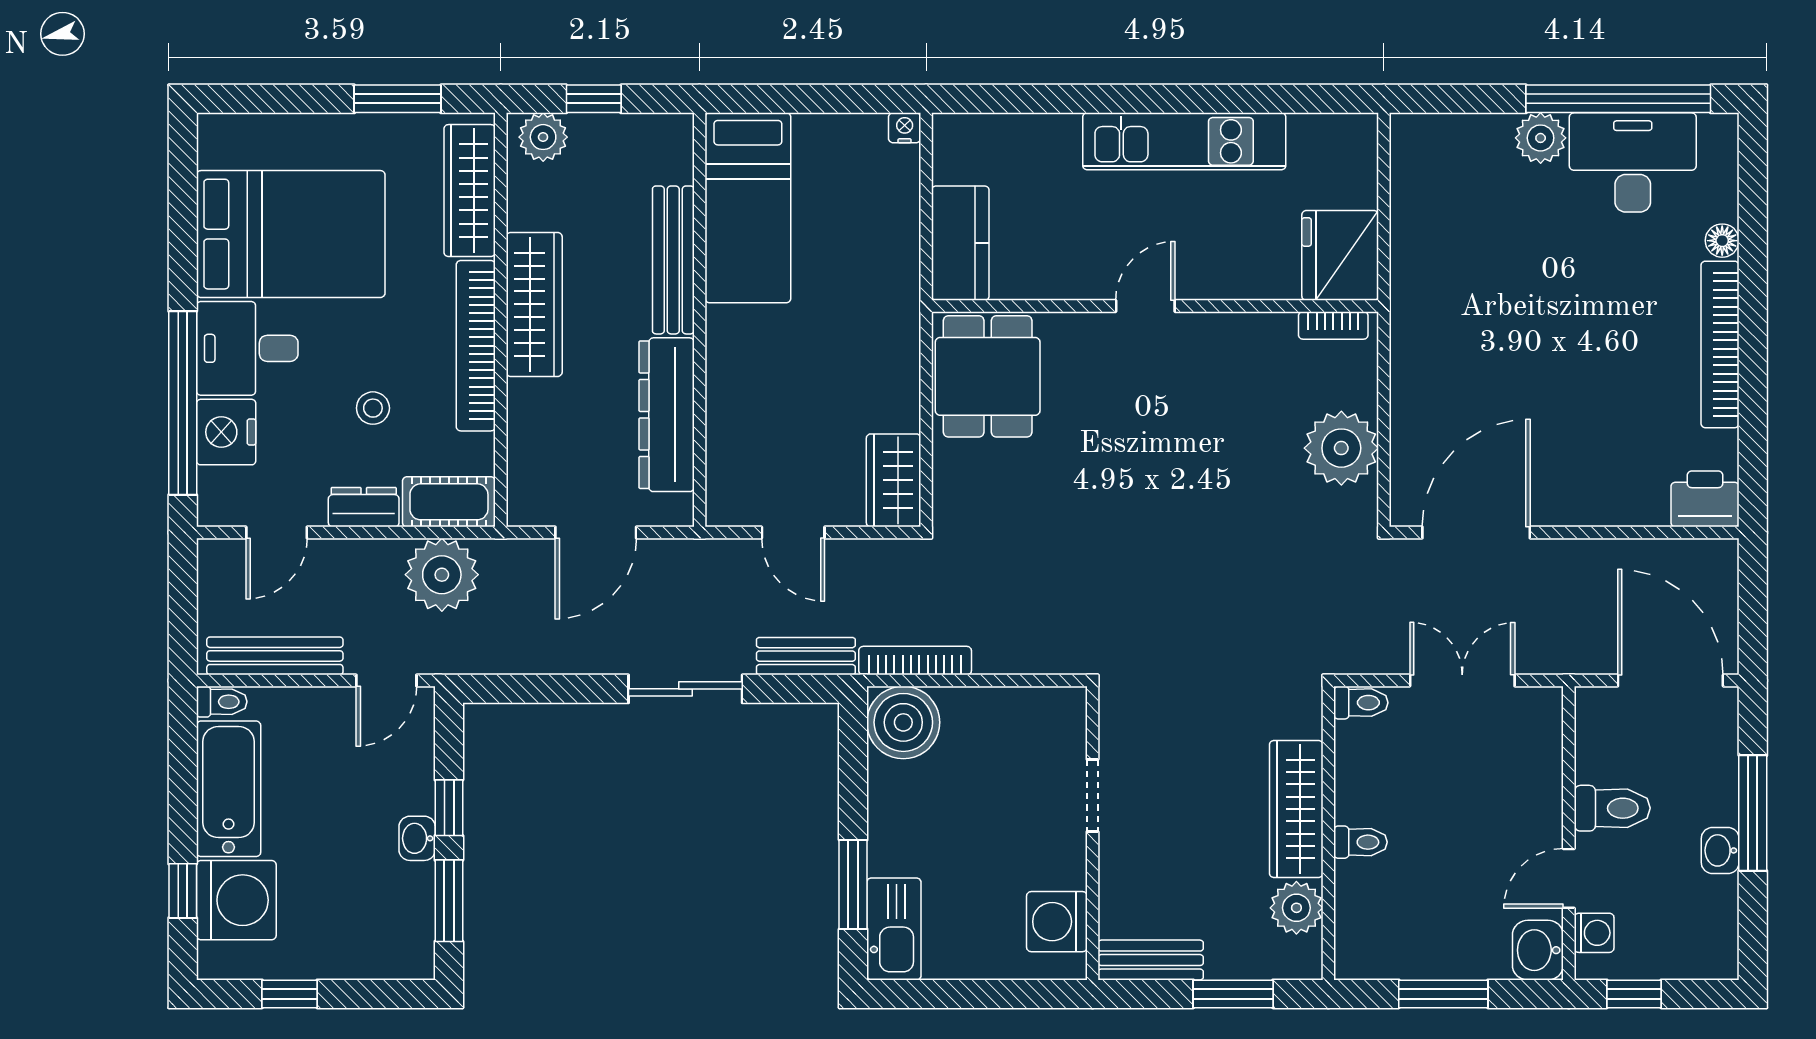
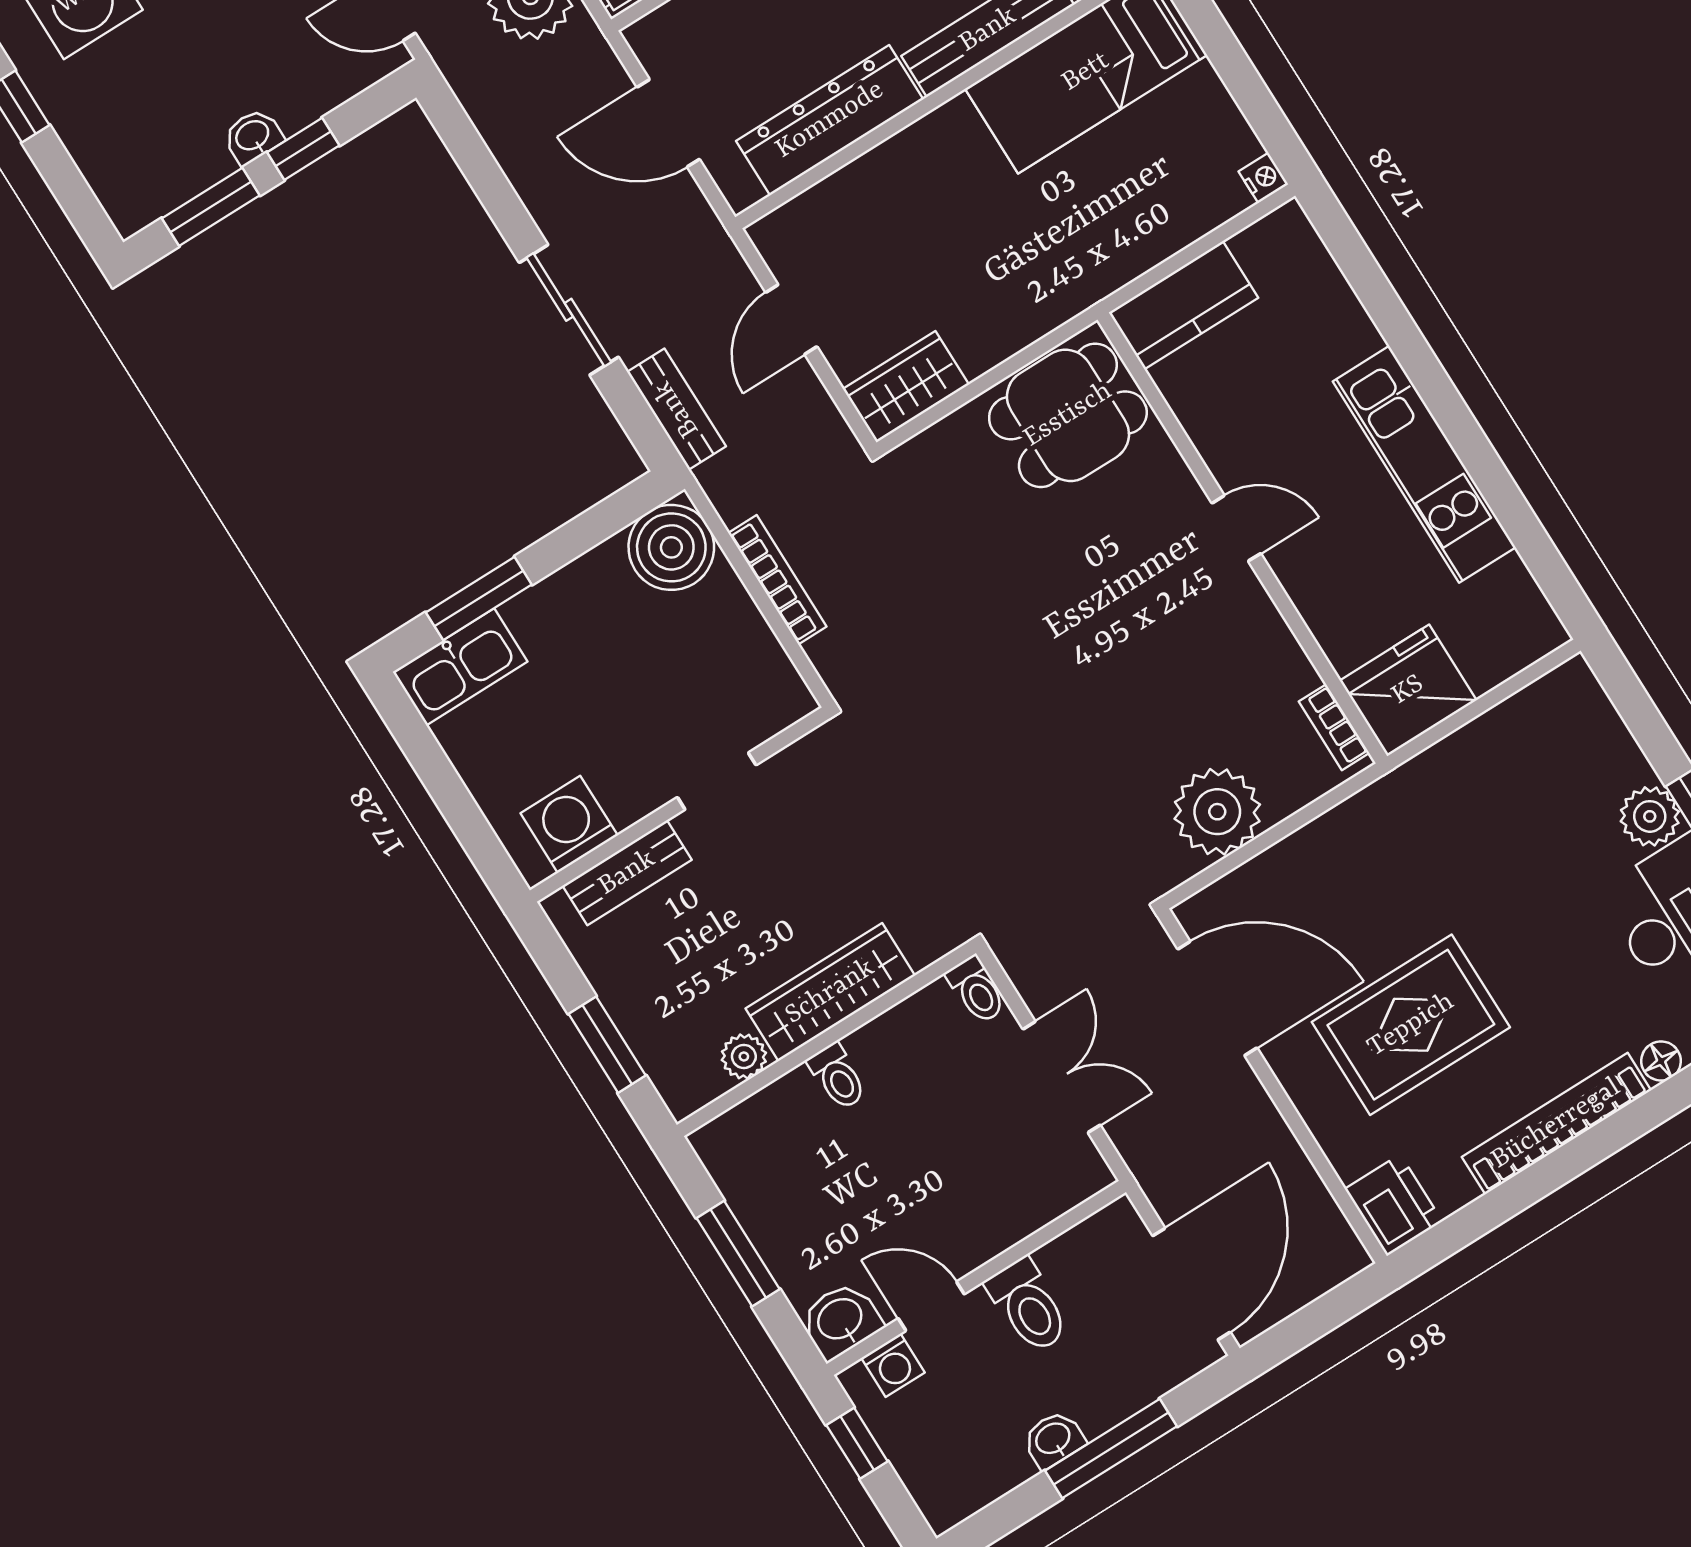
rug: (1583, 405) -> (1411, 1025), added
bookcase: (915, 661) -> (777, 580), moved
plant: (1296, 908) -> (744, 1056), width x0.73, depth x0.73
bench: (1151, 960) -> (627, 873), moved, turned 90

